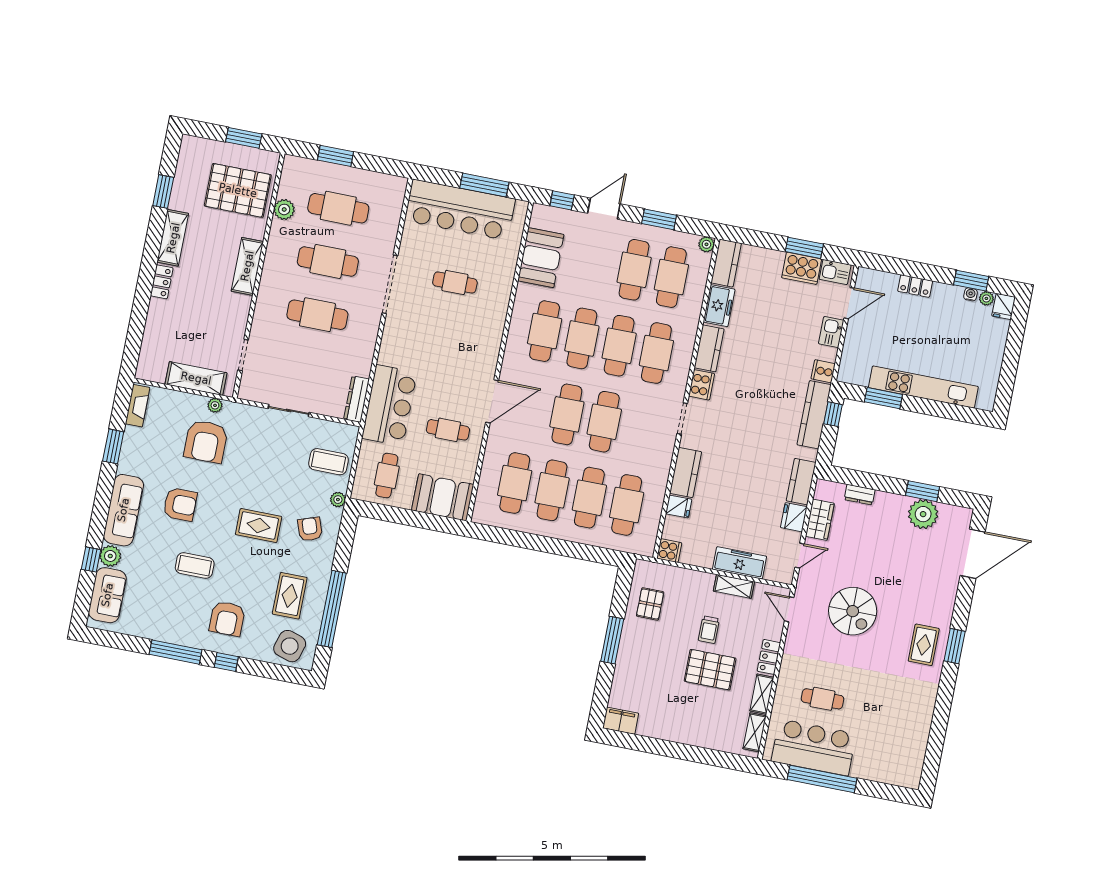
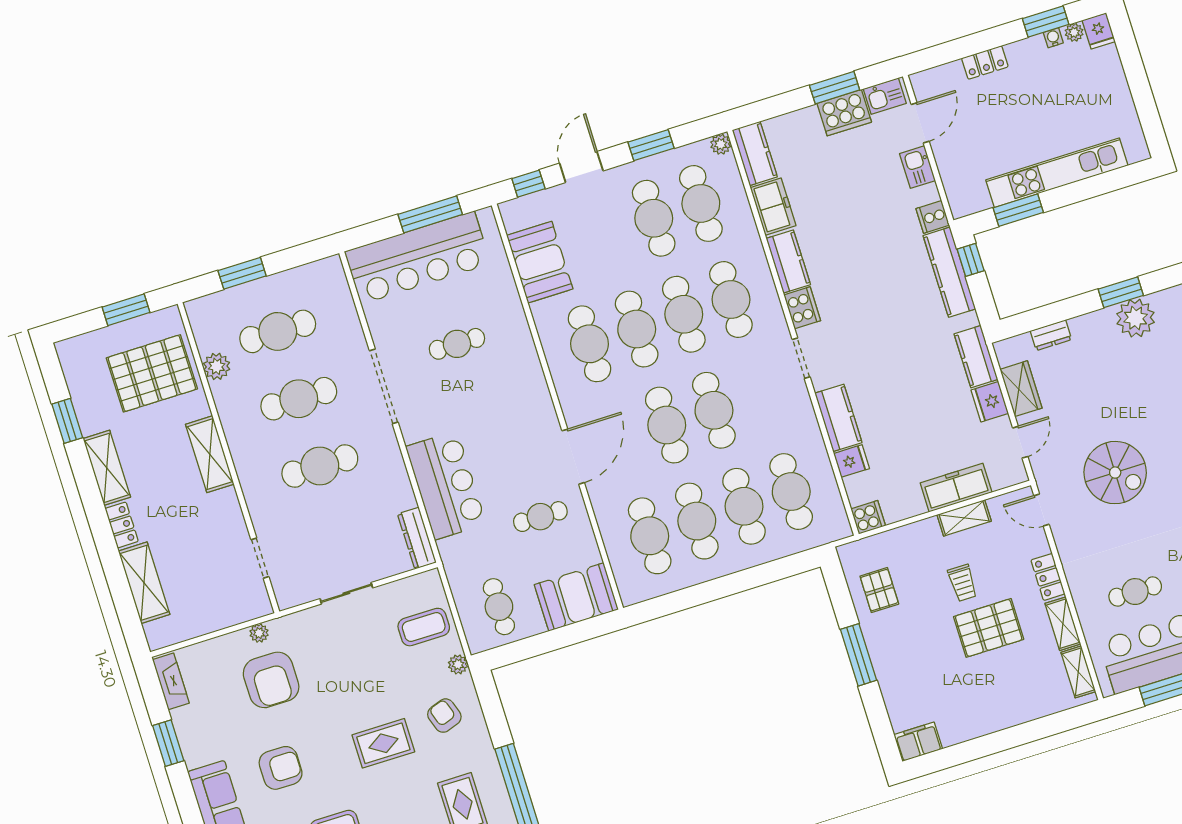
shelving: (196, 378) -> (144, 583), moved, turned 90
bar counter: (389, 405) -> (446, 485), moved

